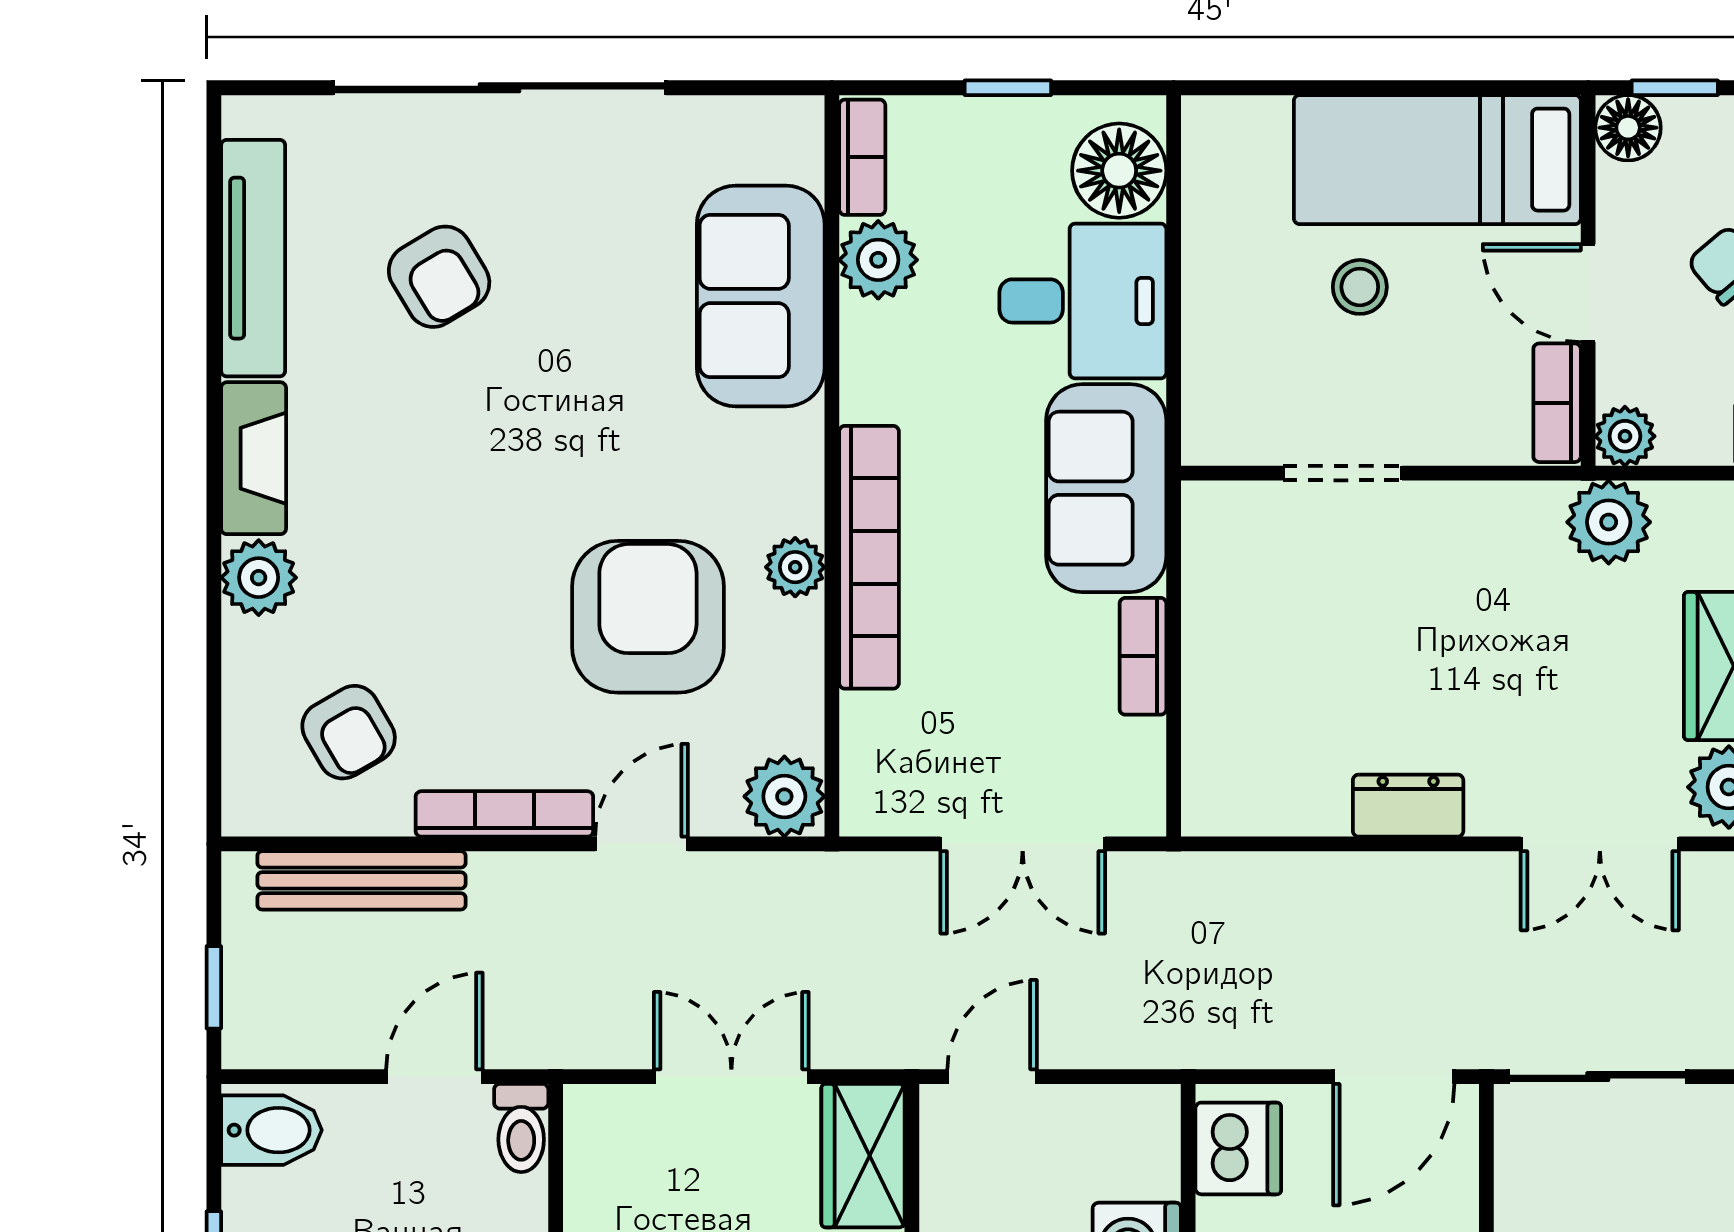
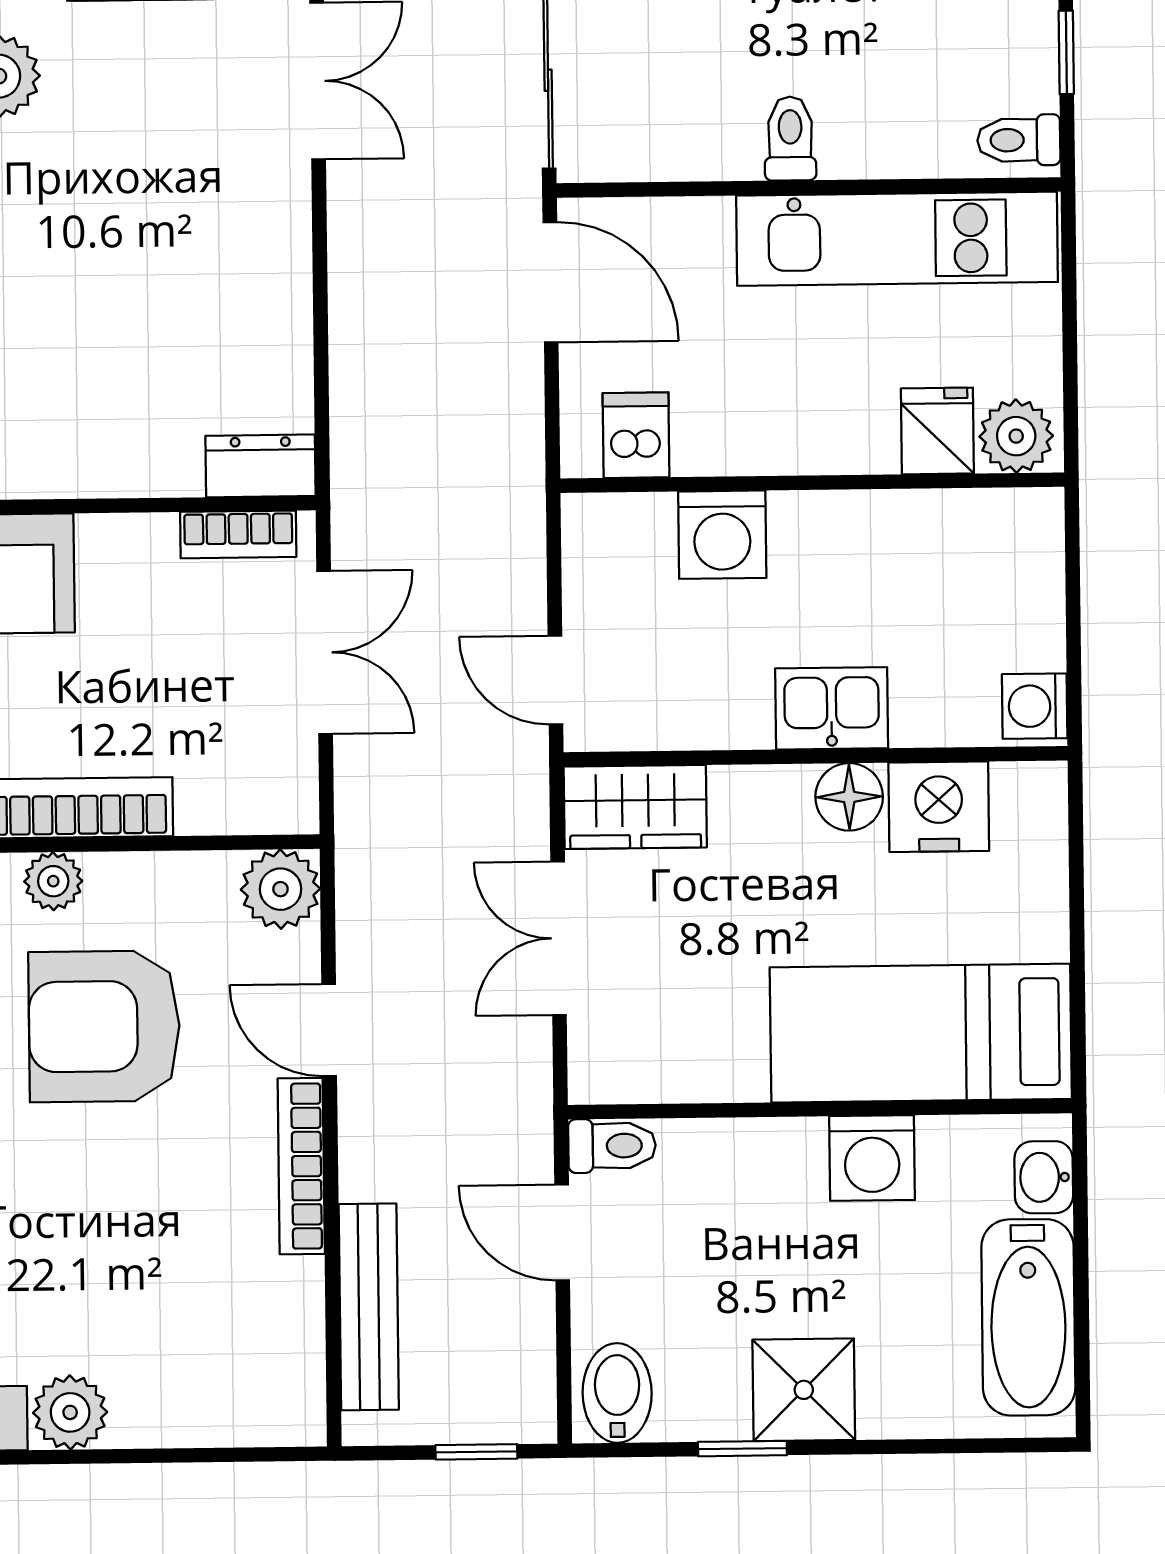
bookcase: (1143, 656) -> (238, 534), moved
armchair: (349, 732) -> (222, 1321), removed
dresser: (1408, 806) -> (260, 466), moved, turned 90
dishwasher: (1238, 1148) -> (636, 435), width x0.73

